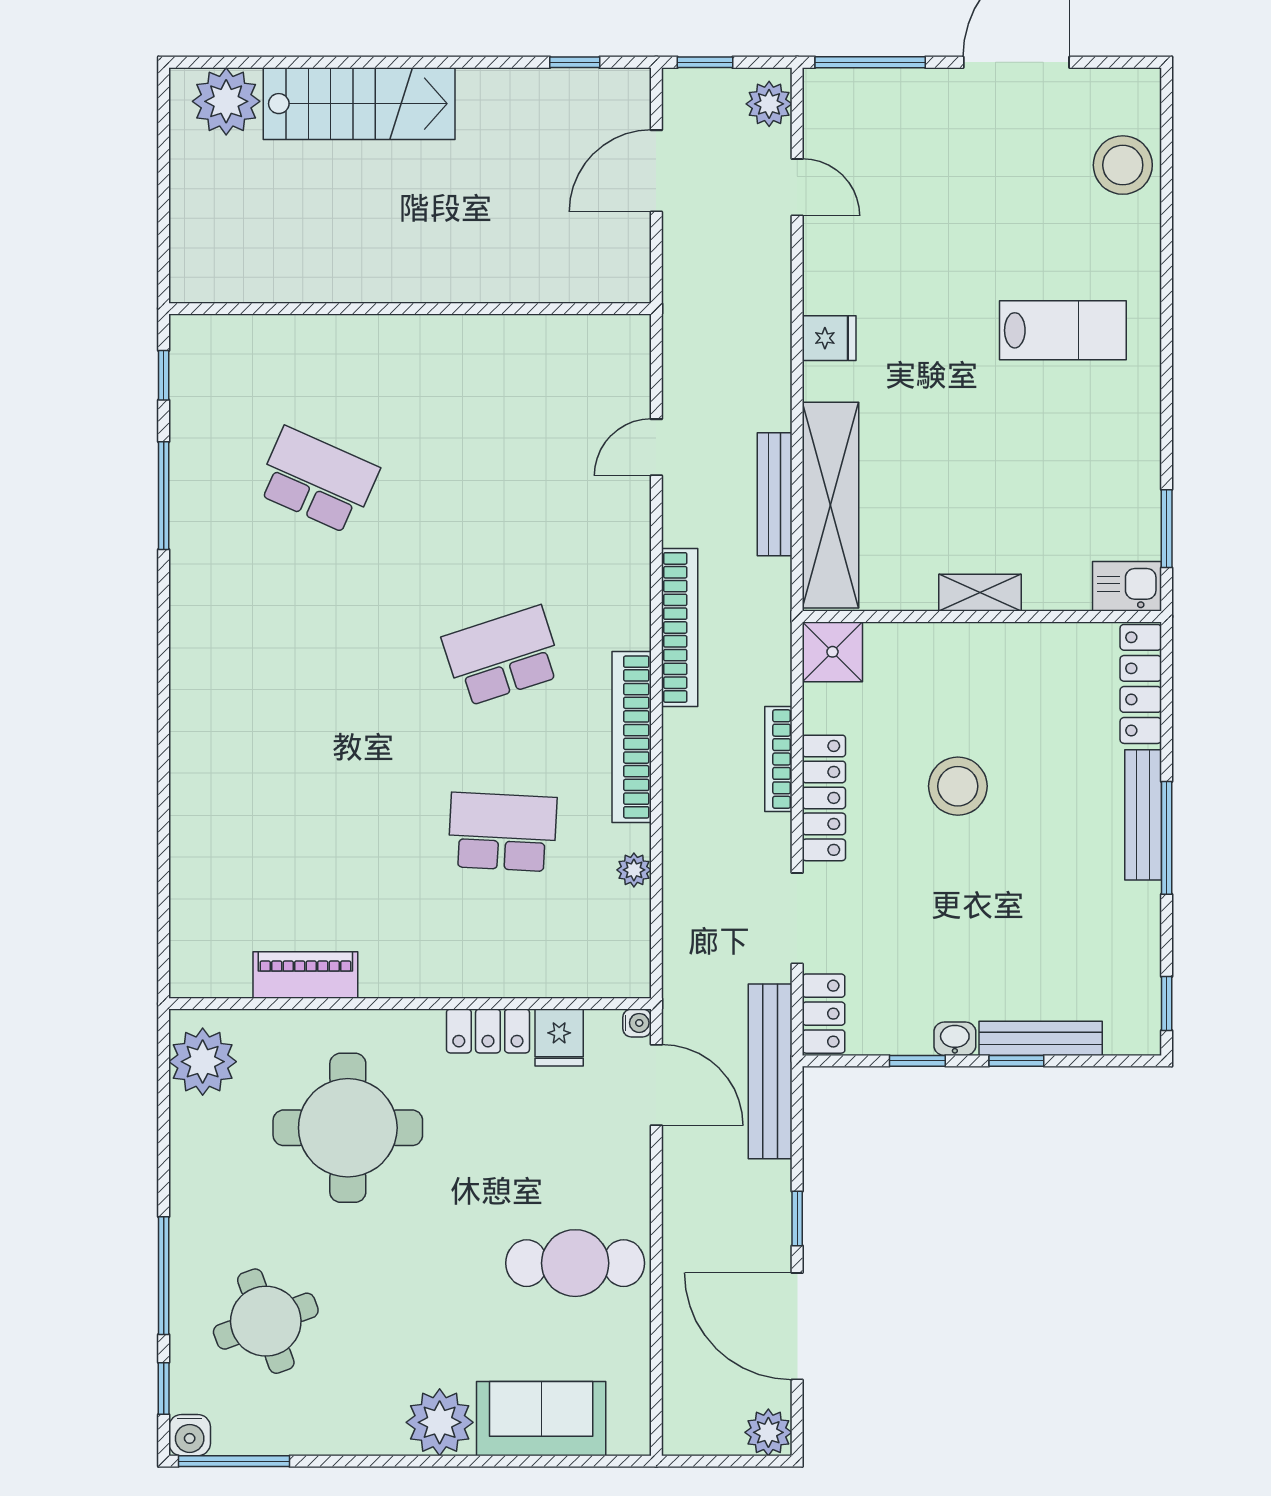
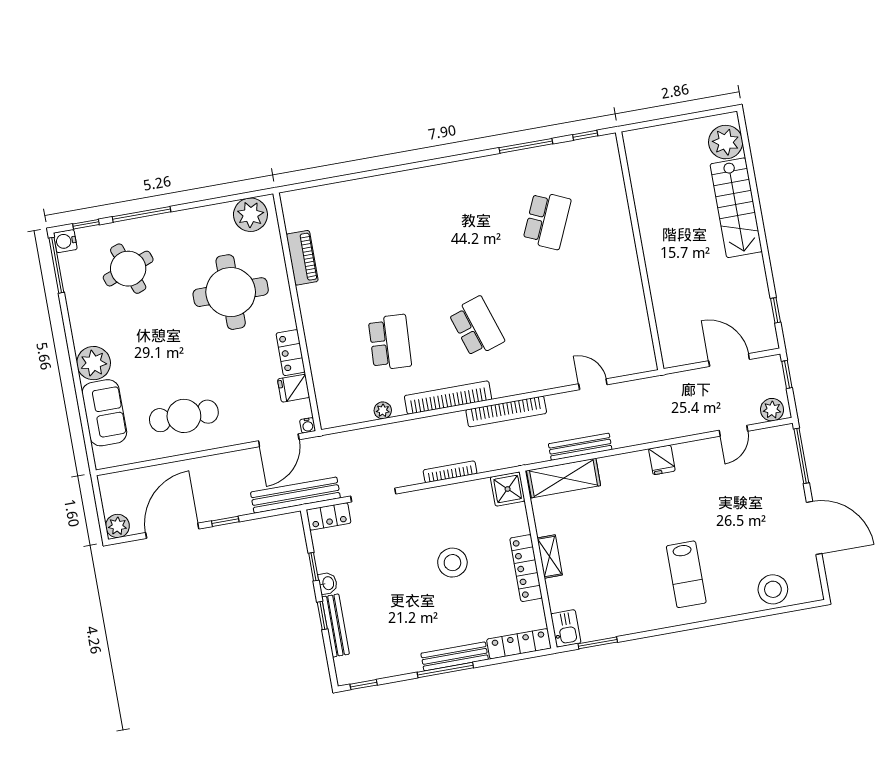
shelving: (830, 505) -> (564, 478), width x0.68
locker: (824, 798) -> (526, 568), moved, turned 90
cafe table: (575, 1263) -> (184, 416), turned 90

